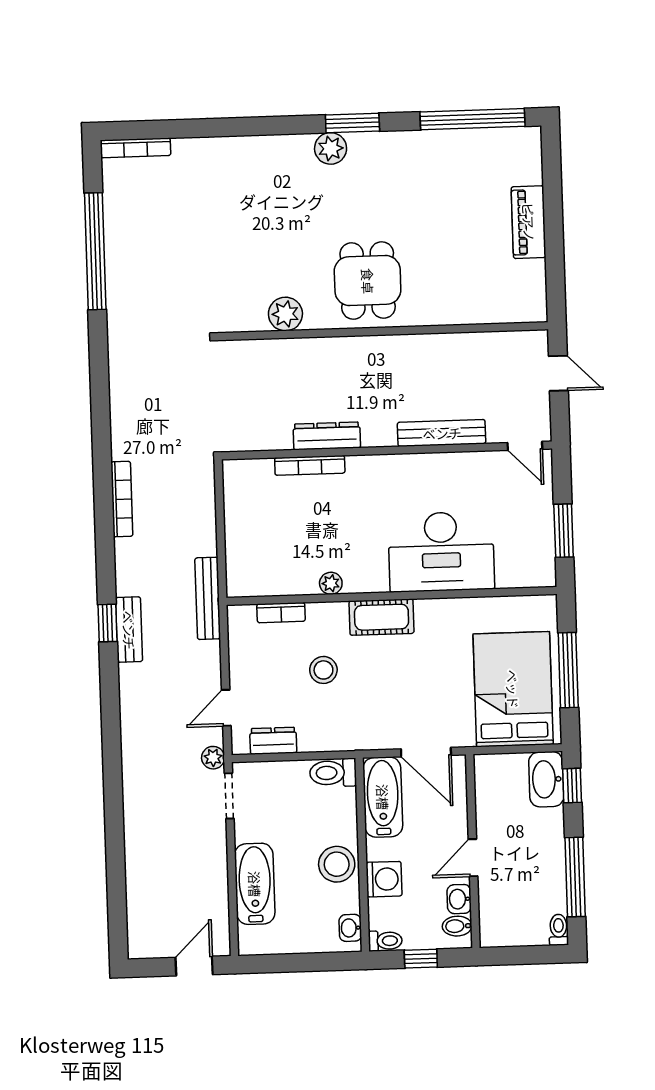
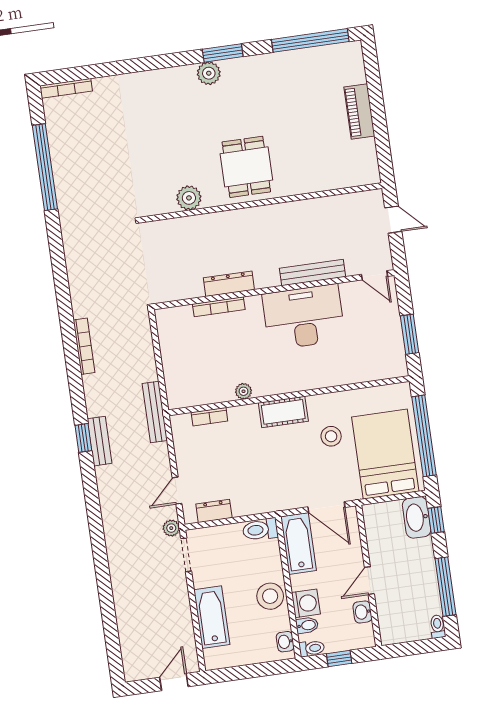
desk: (441, 552) -> (304, 317), moved, turned 180
stool: (323, 670) -> (331, 436), moved
window: (568, 670) -> (424, 436), width x1.46
bidet: (457, 926) -> (307, 625), moved, turned 180

